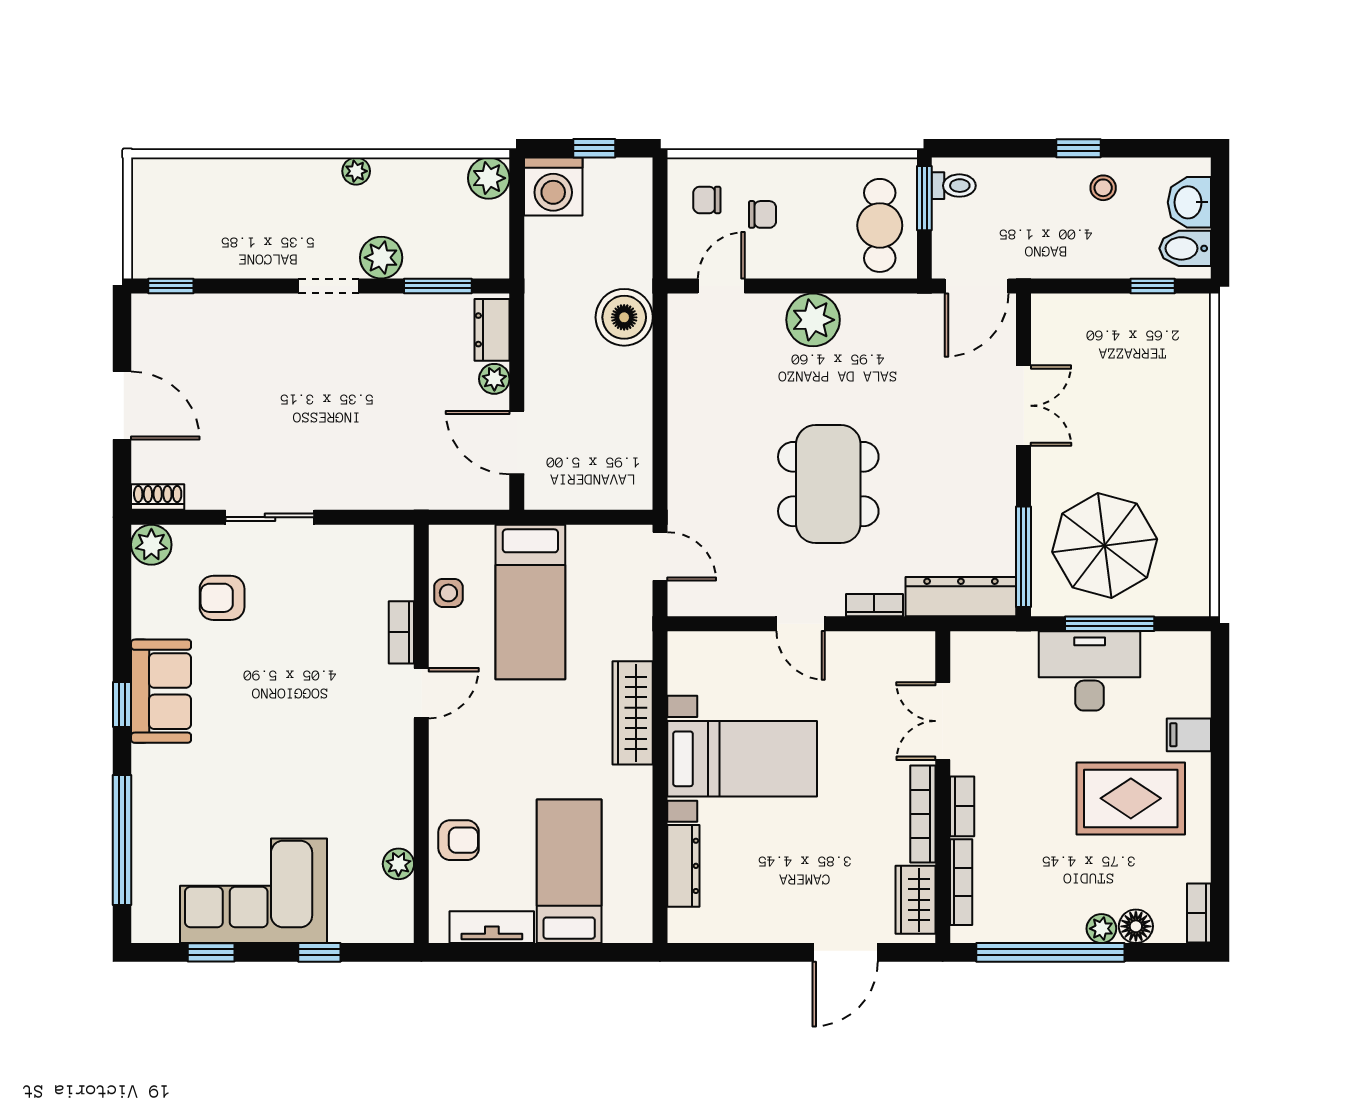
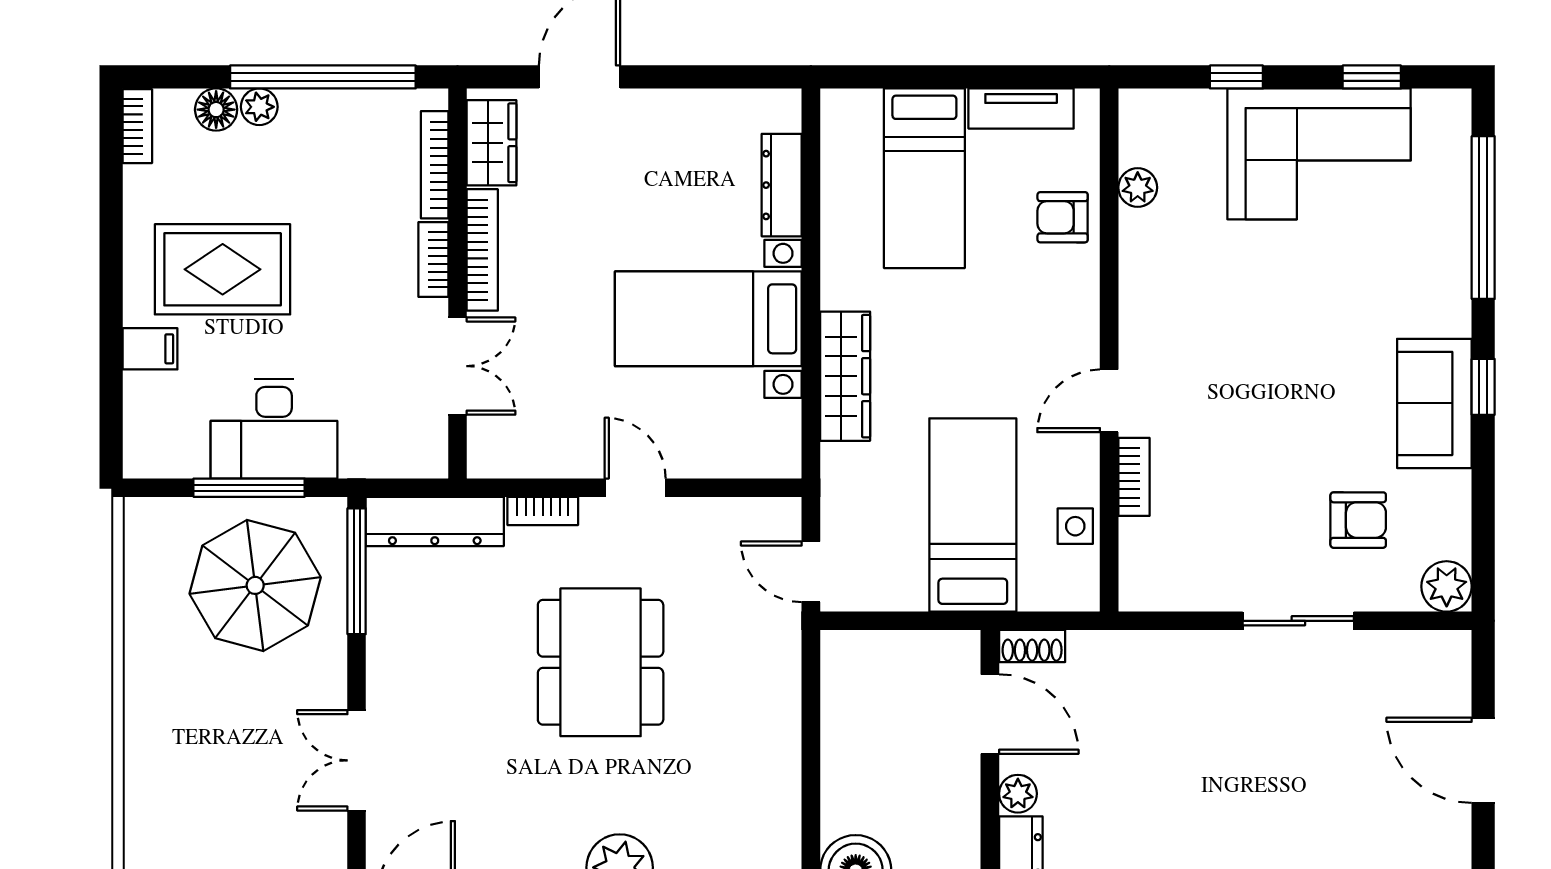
shoe rack: (158, 497) -> (1032, 646), moved

